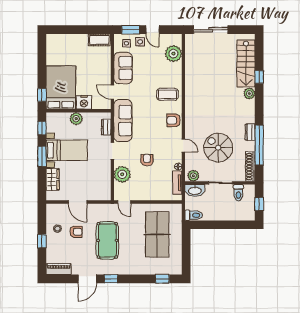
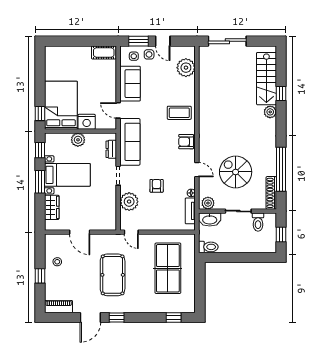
dresser: (250, 132) -> (271, 155), removed
armchair: (76, 232) -> (78, 265), removed

